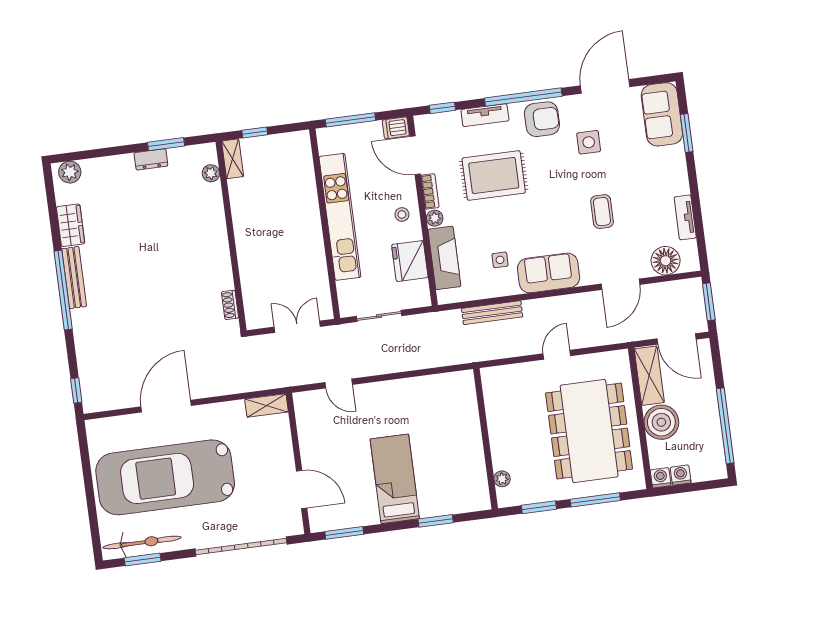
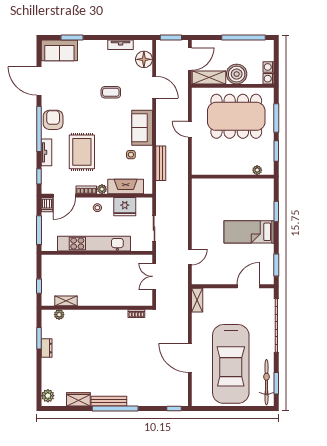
side table: (589, 142) -> (70, 95), removed
shelving: (233, 159) -> (66, 301), moved

